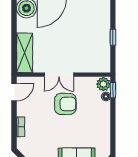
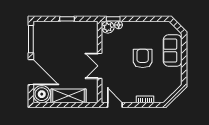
shelving: (25, 53) -> (69, 96), moved
double door: (59, 75) -> (100, 66), swing flipped
armchair: (65, 104) -> (143, 58), moved

